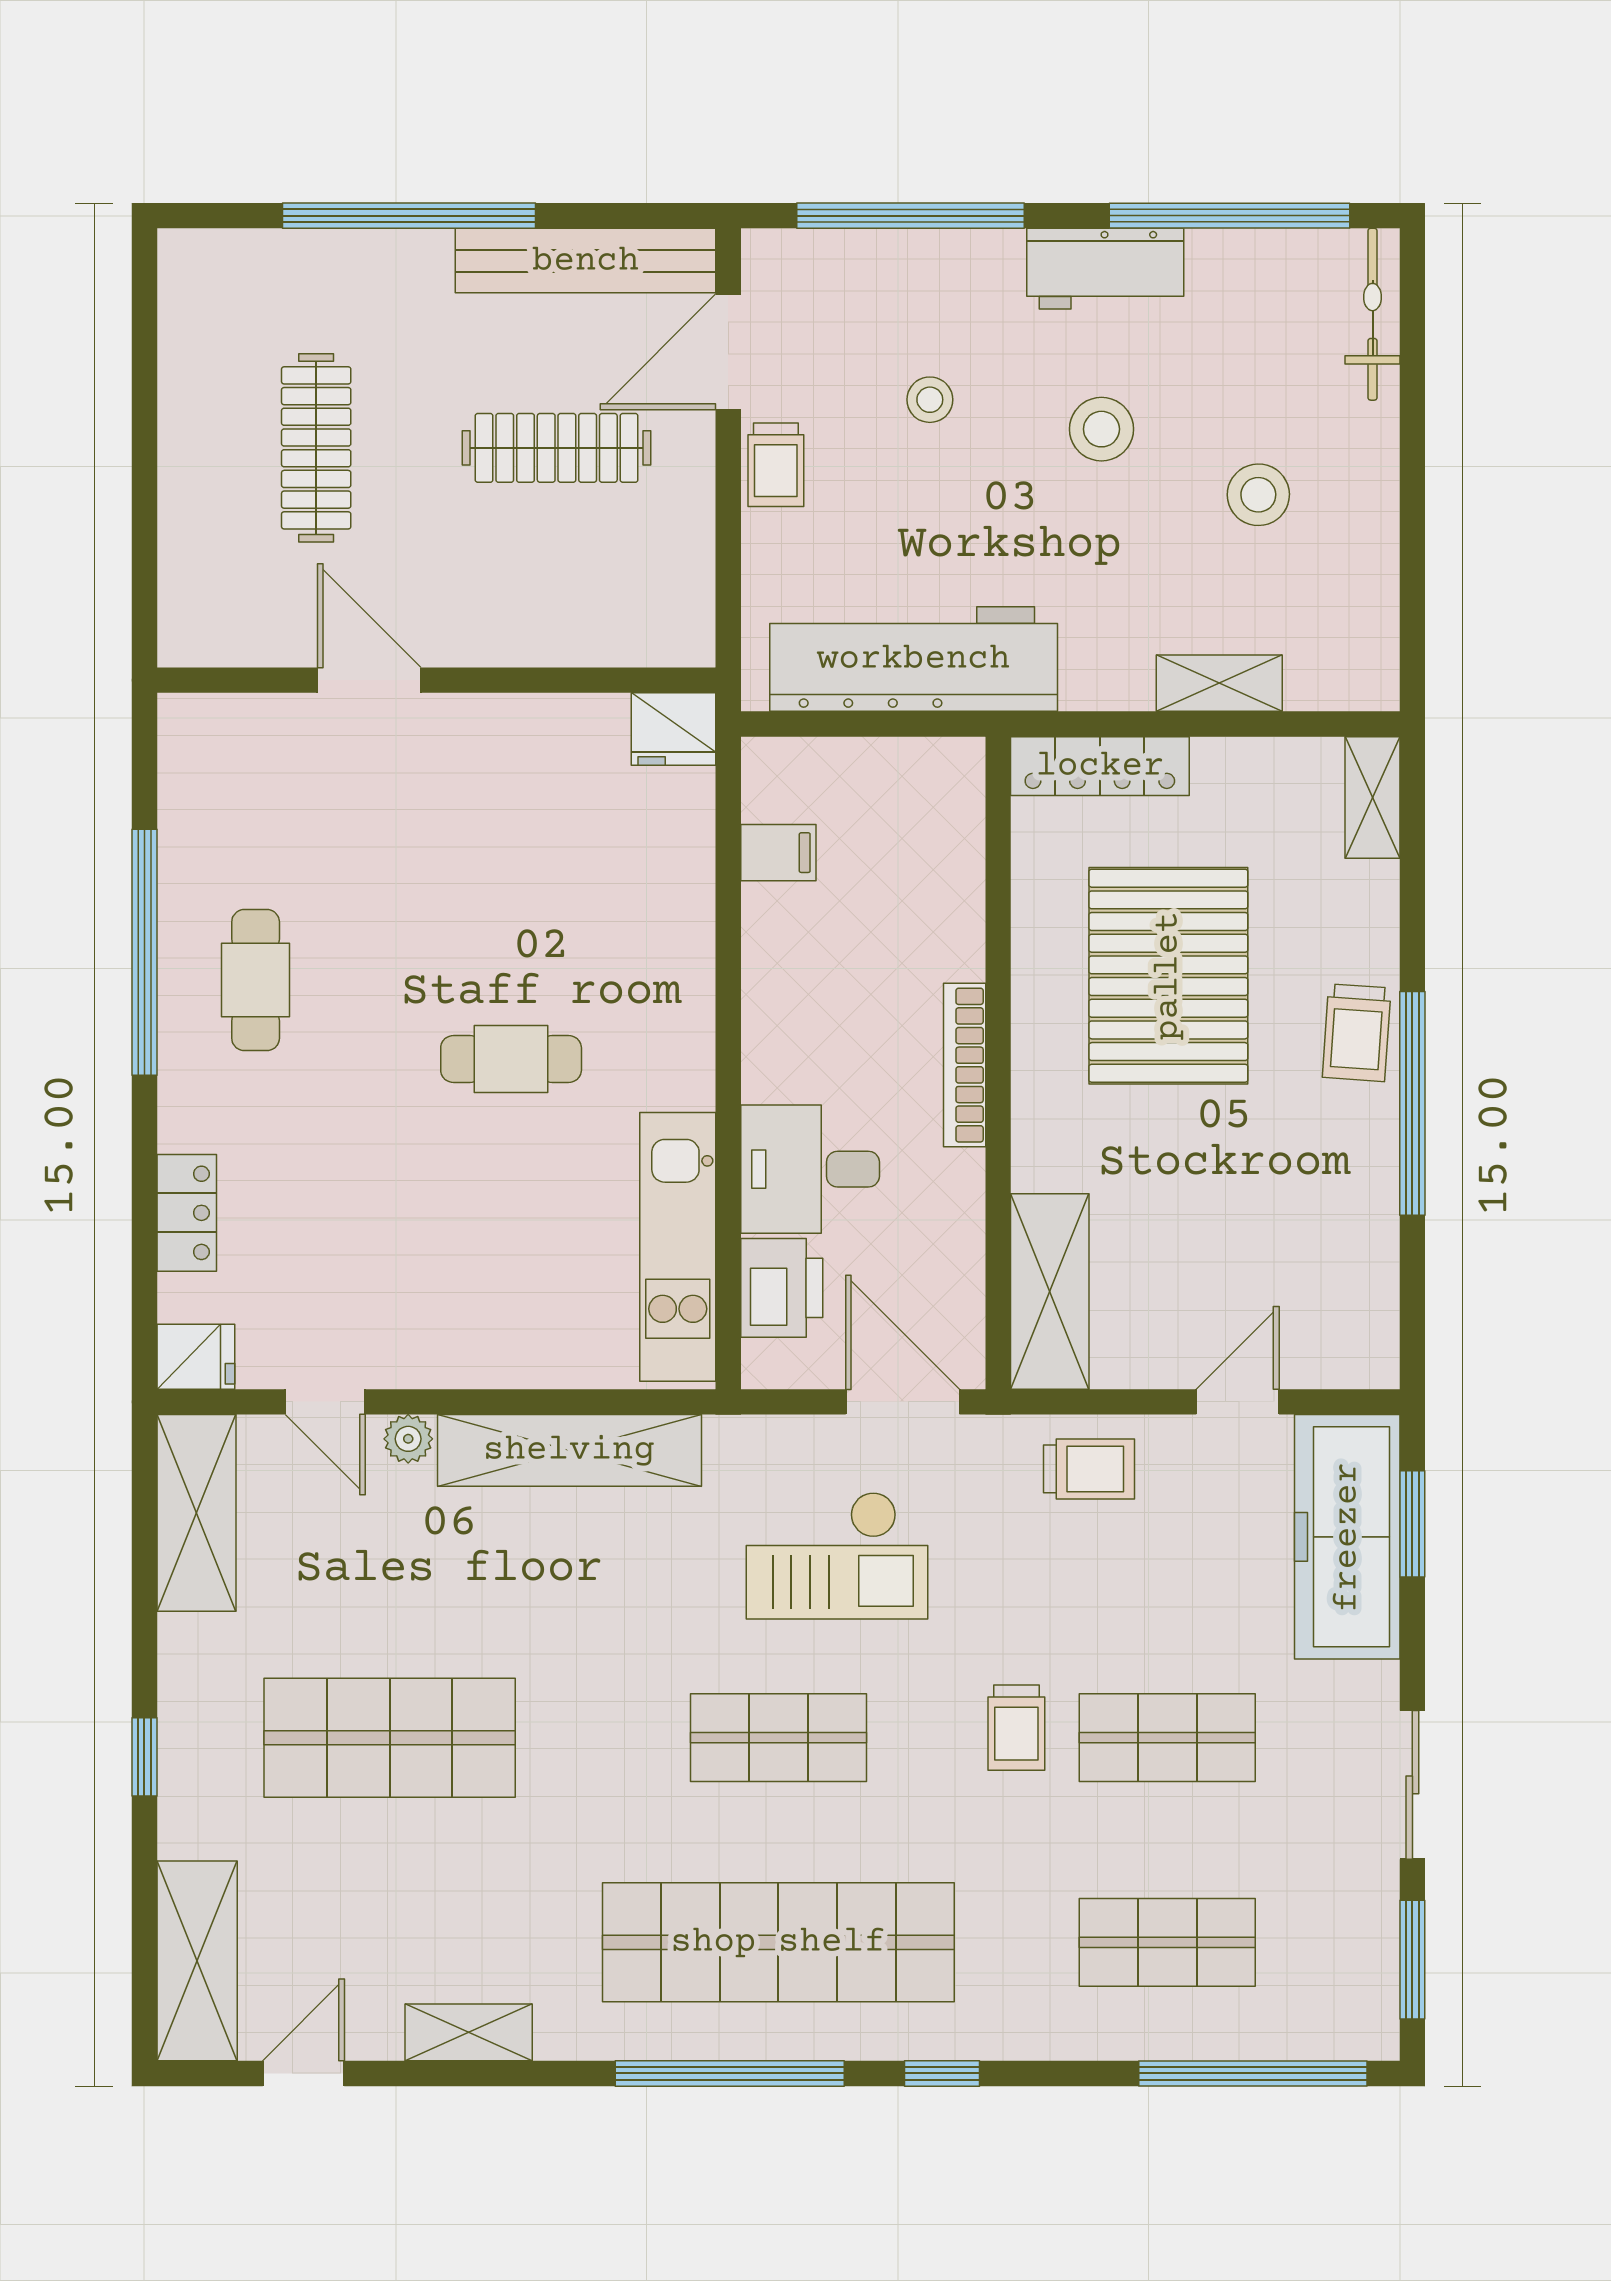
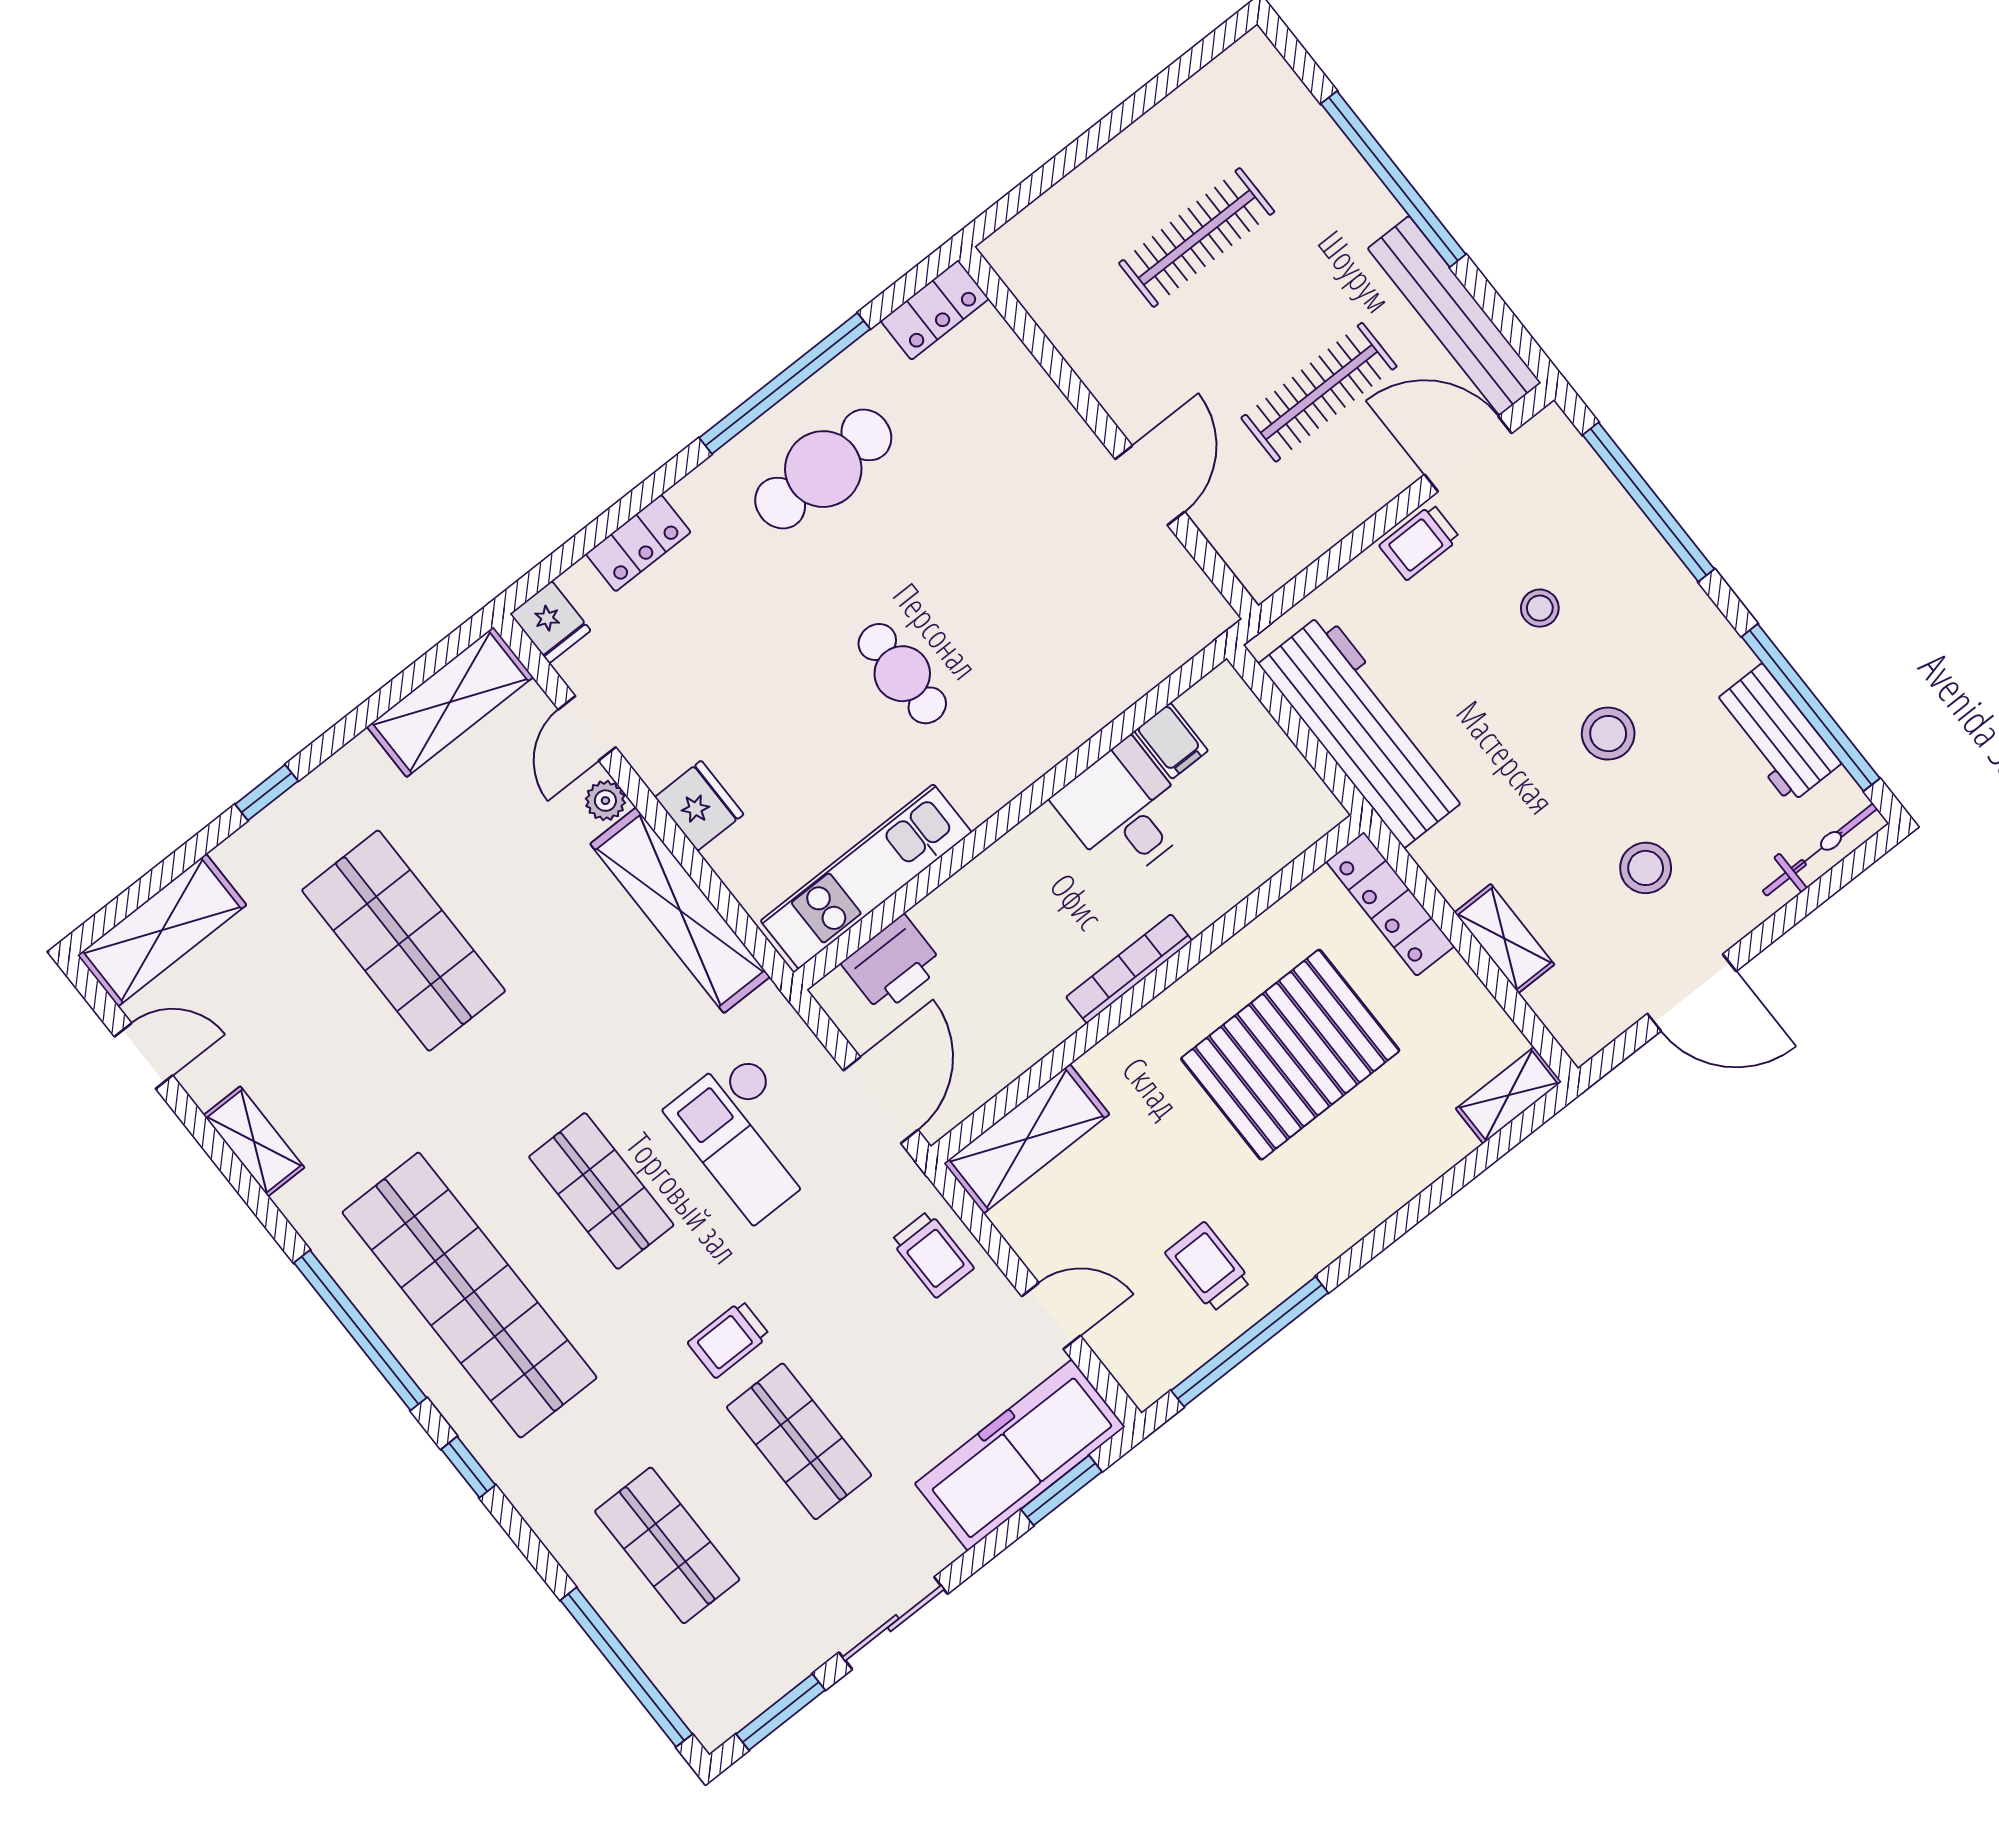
workbench: (1105, 269) -> (1776, 734), moved
clothes rail: (557, 448) -> (1319, 392), turned 90
door: (1412, 545) -> (1692, 992), added
door: (369, 680) -> (1150, 485), moved
fridge: (673, 729) -> (699, 806), moved, turned 180
locker: (188, 753) -> (935, 310), added
cafe table: (256, 980) -> (823, 469), width x1.37, depth x1.35
trolley: (1357, 1033) -> (1208, 1267), moved, turned 86
window: (1412, 1103) -> (1250, 1342), moved
desk: (810, 1169) -> (1124, 811), moved

